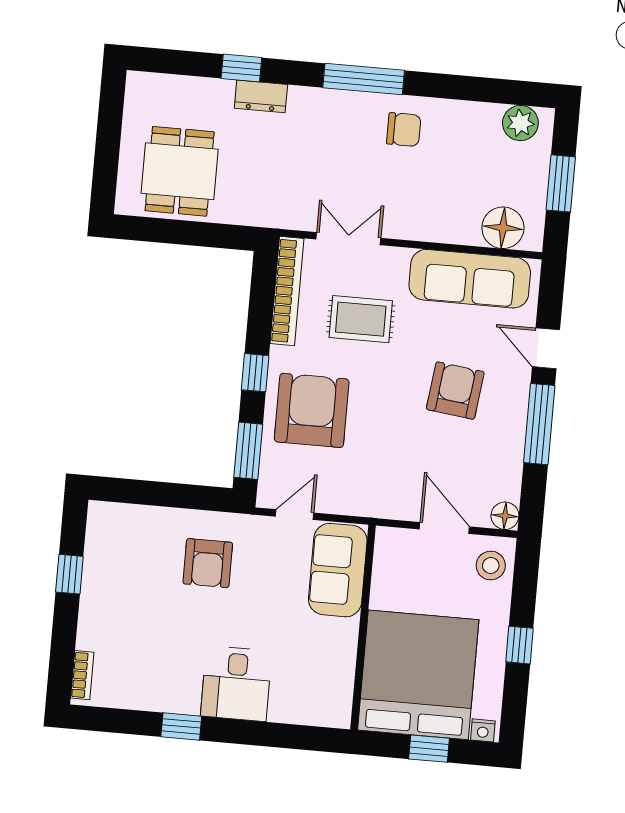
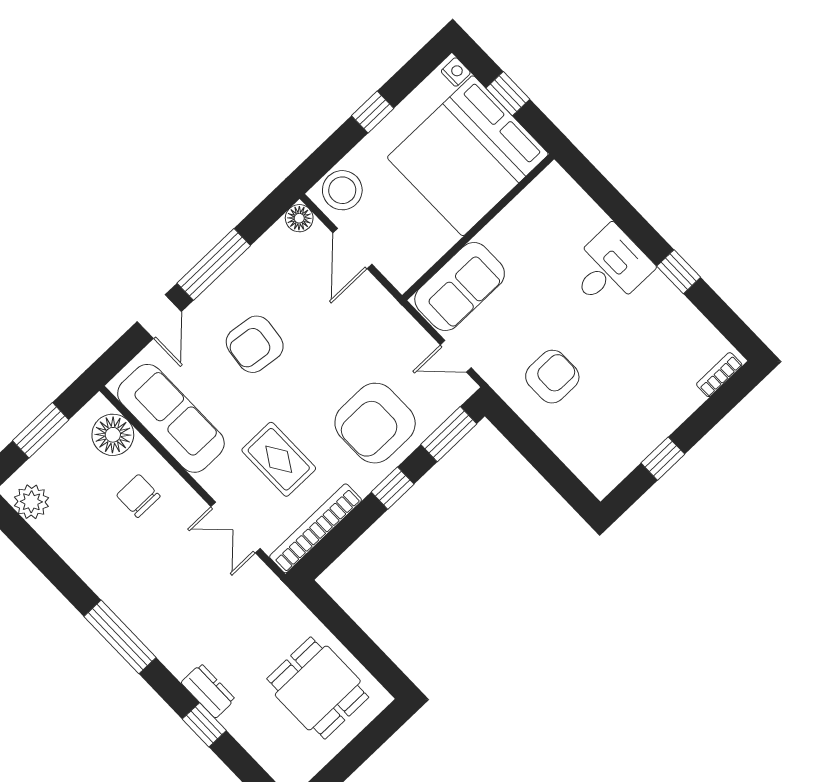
chair: (404, 130) -> (138, 496), moved
dining table: (180, 171) -> (318, 688), turned 90
stool: (491, 566) -> (342, 190), width x1.38, depth x1.38

